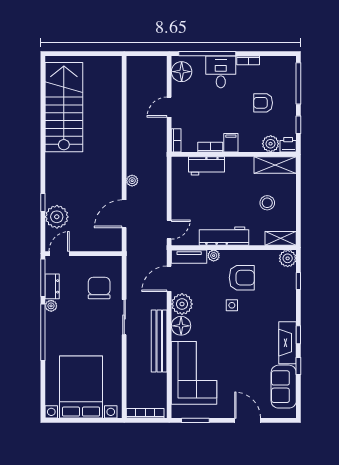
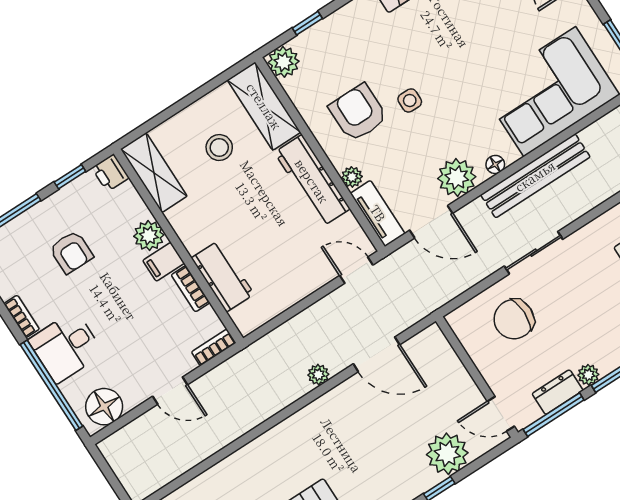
plant: (271, 144) -> (149, 236), moved
shelving: (281, 238) -> (264, 106), width x1.50, depth x1.33
floor lamp: (181, 326) -> (495, 164), width x0.53, depth x0.53

